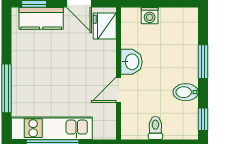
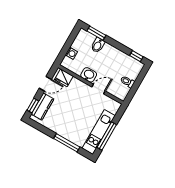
window: (203, 62) -> (96, 33), moved
door: (118, 90) -> (99, 89), swing flipped
bidet: (186, 92) -> (98, 45), moved

